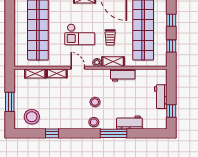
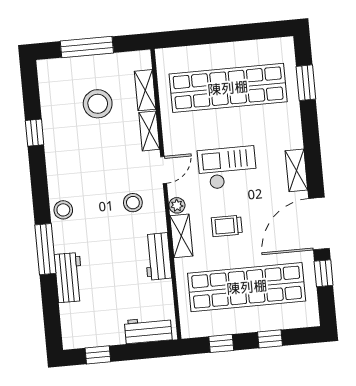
checkout: (80, 34) -> (227, 168), turned 90
workbench: (161, 97) -> (148, 330), moved
window: (10, 102) -> (87, 47), width x1.44
stool: (95, 102) -> (133, 203), moved
stool: (32, 117) -> (98, 104), moved

